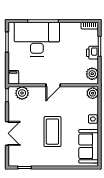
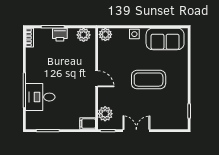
desk: (37, 39) -> (40, 97), width x0.53, depth x0.77
double door: (7, 133) -> (136, 131), moved

